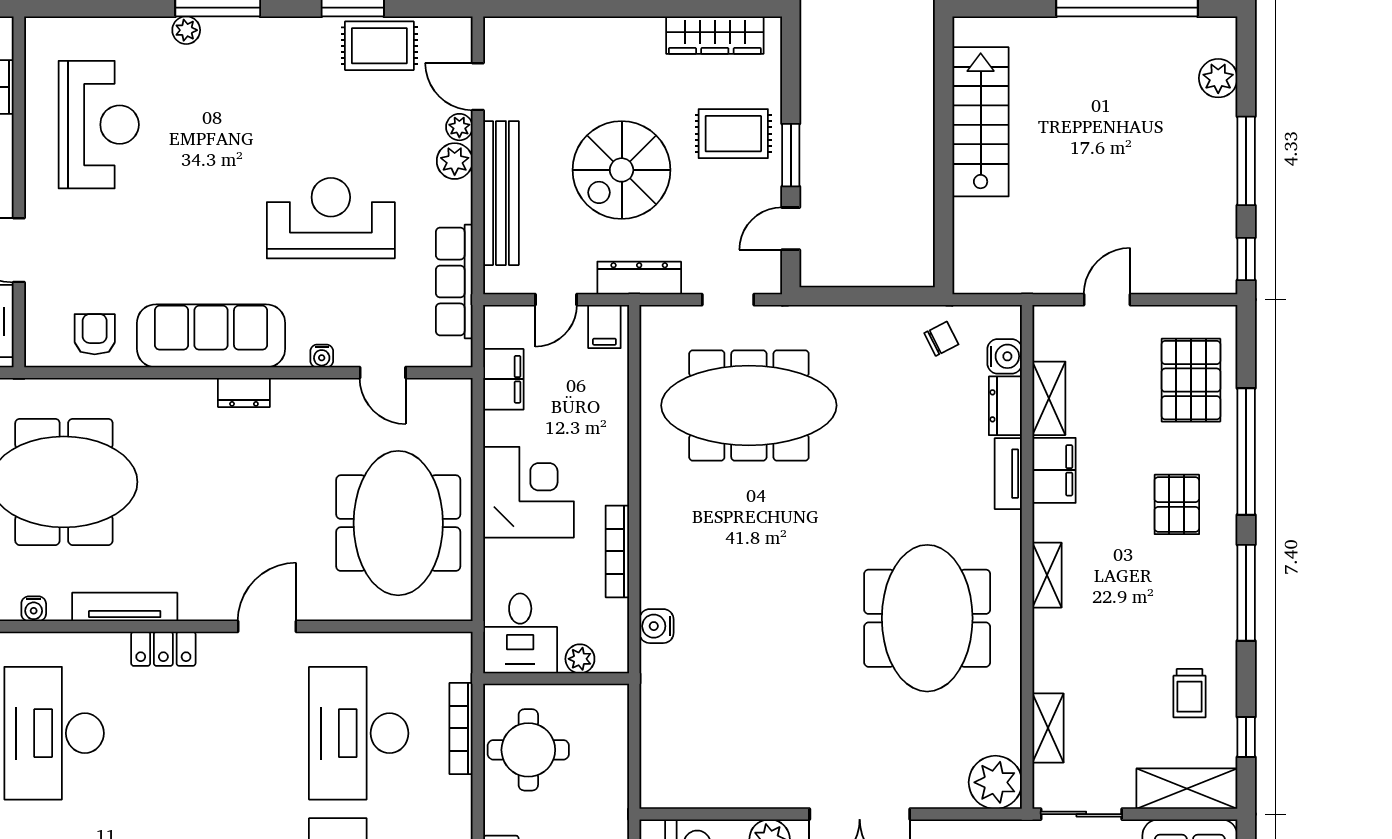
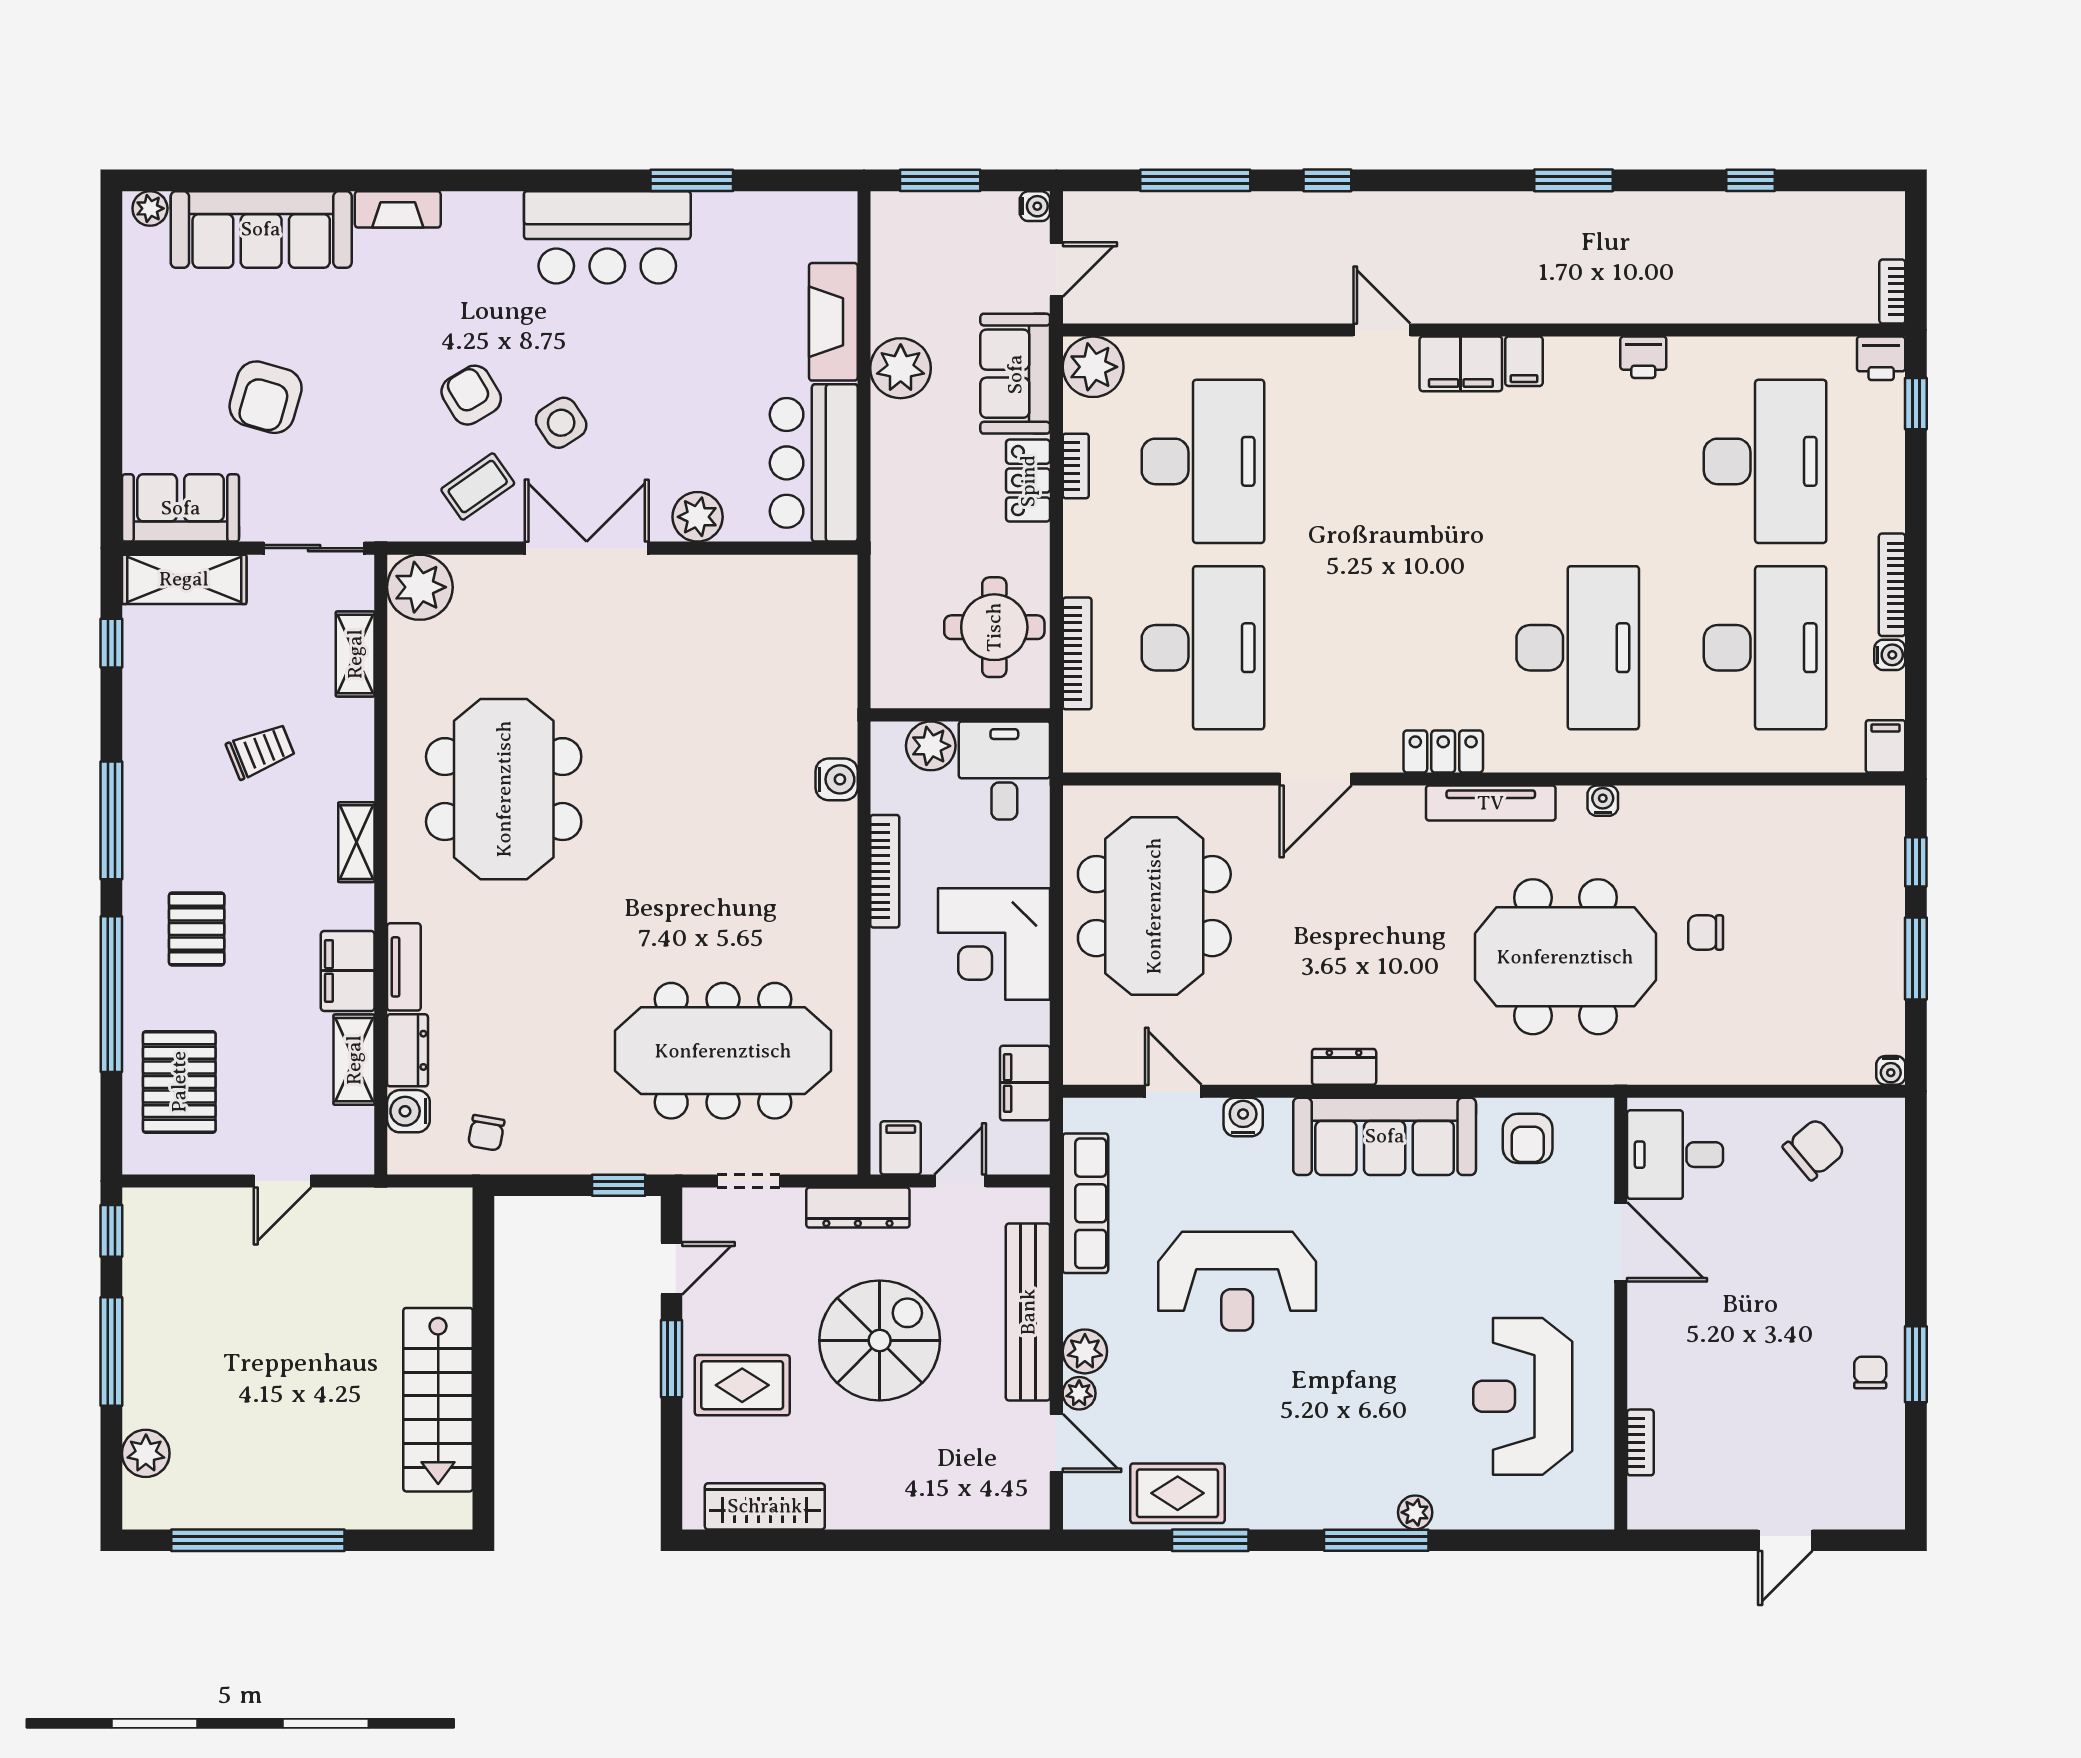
window: (834, 296) -> (619, 1185), added
chair: (941, 339) -> (486, 1133), turned -53
water cooler: (322, 356) -> (1243, 1117), width x1.38, depth x1.38
plant: (580, 659) -> (931, 746), width x1.38, depth x1.38
trolley: (1189, 693) -> (260, 751), moved, turned 68

